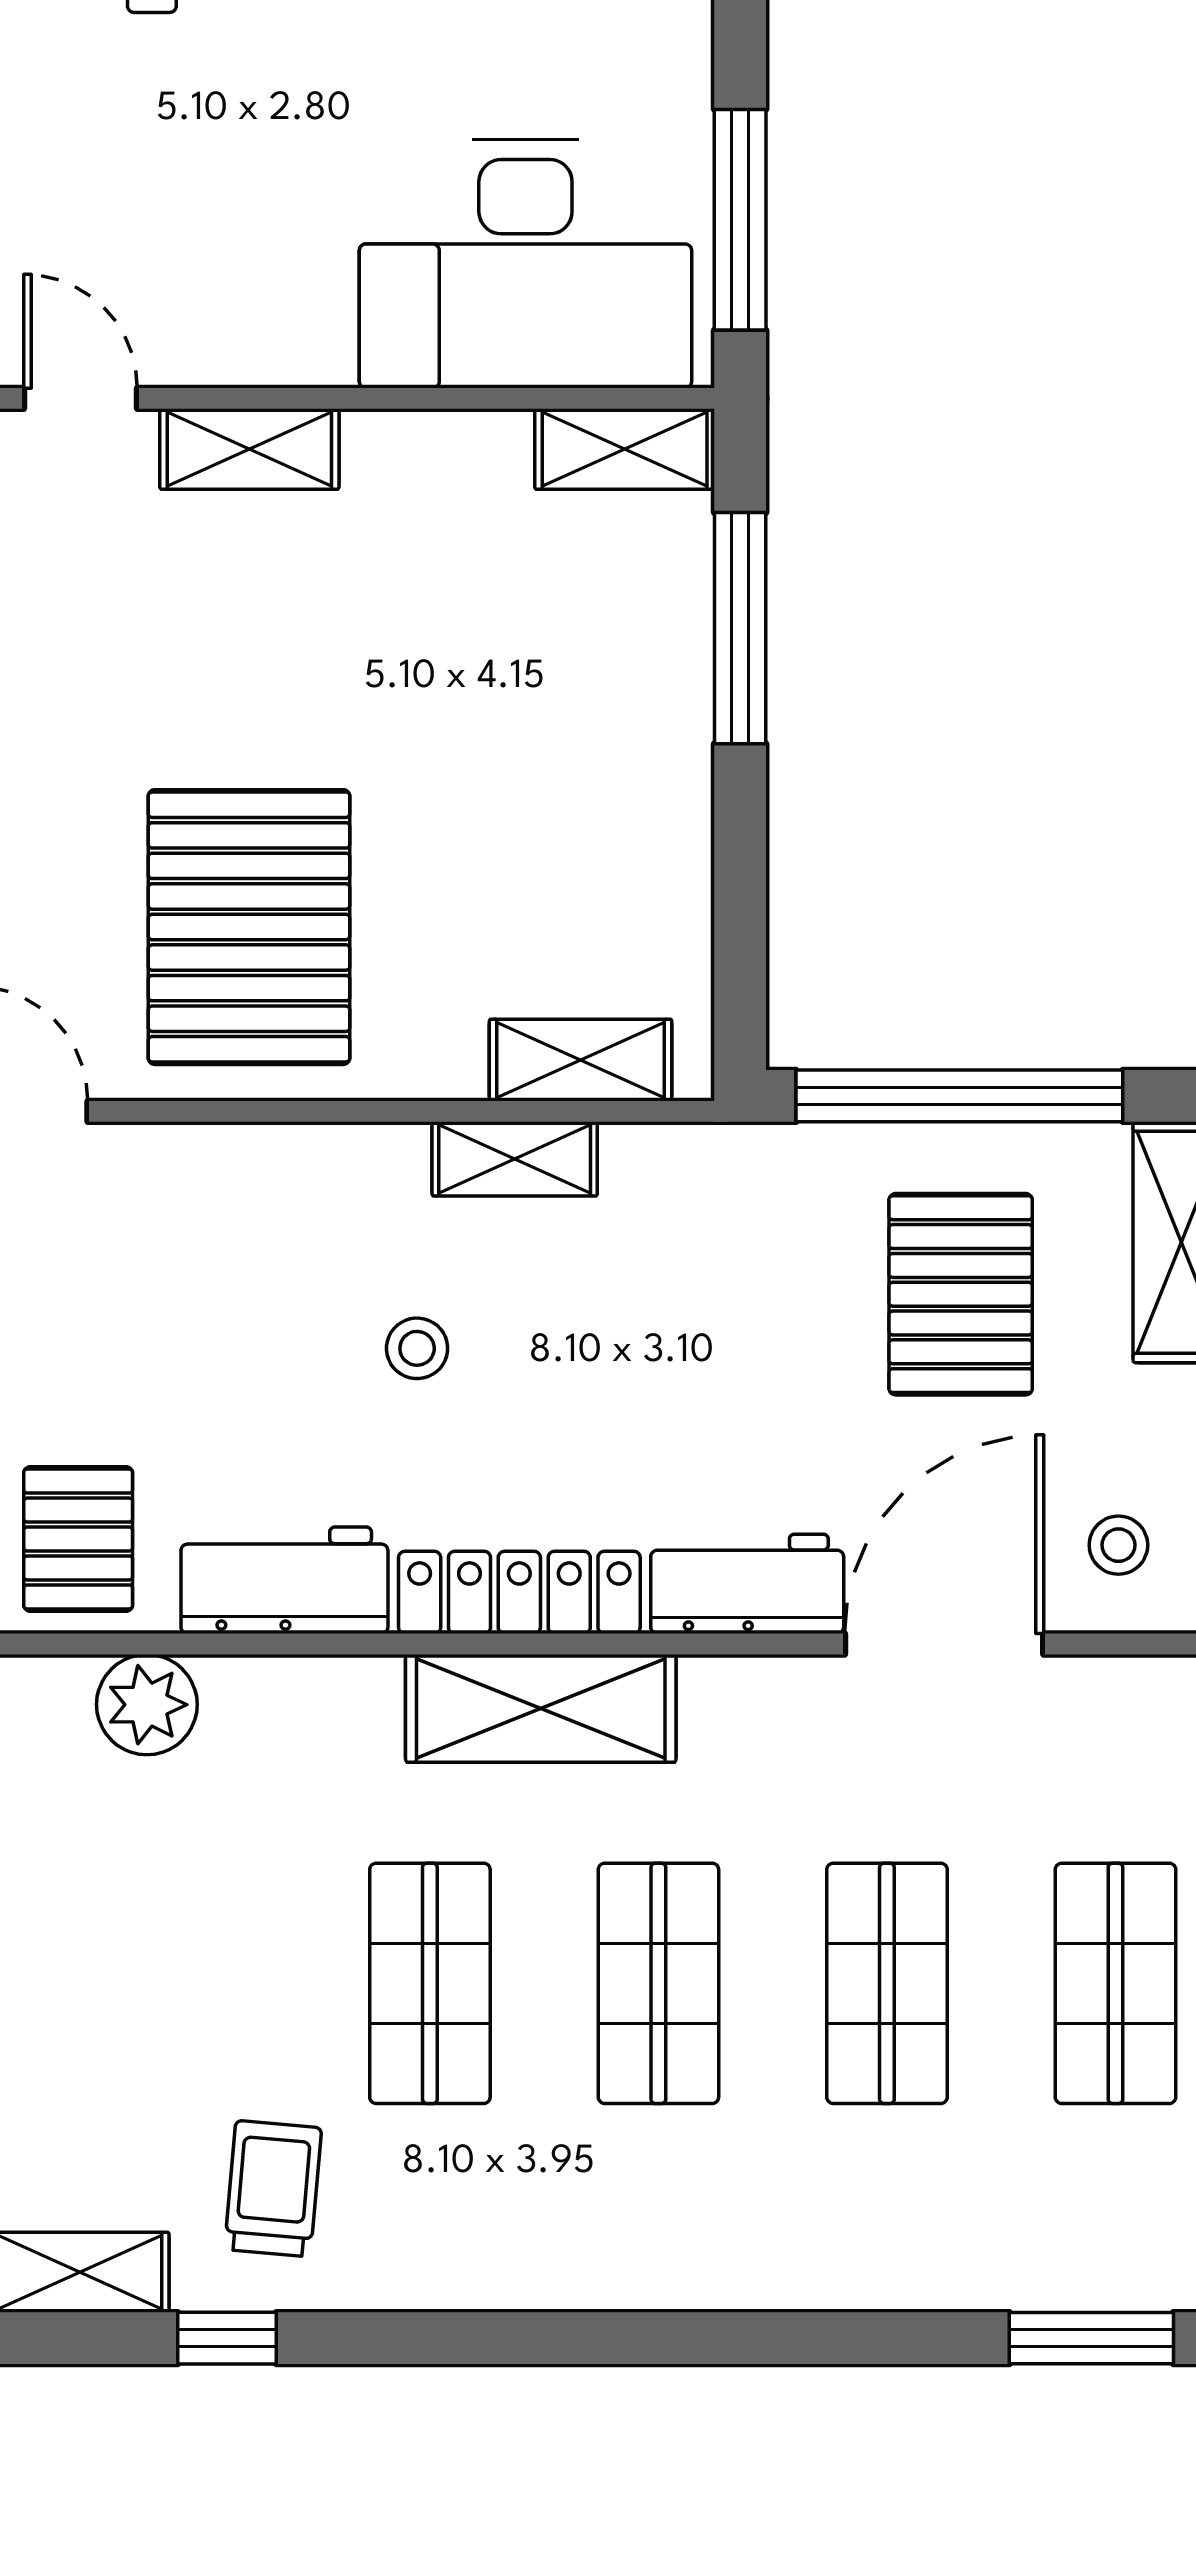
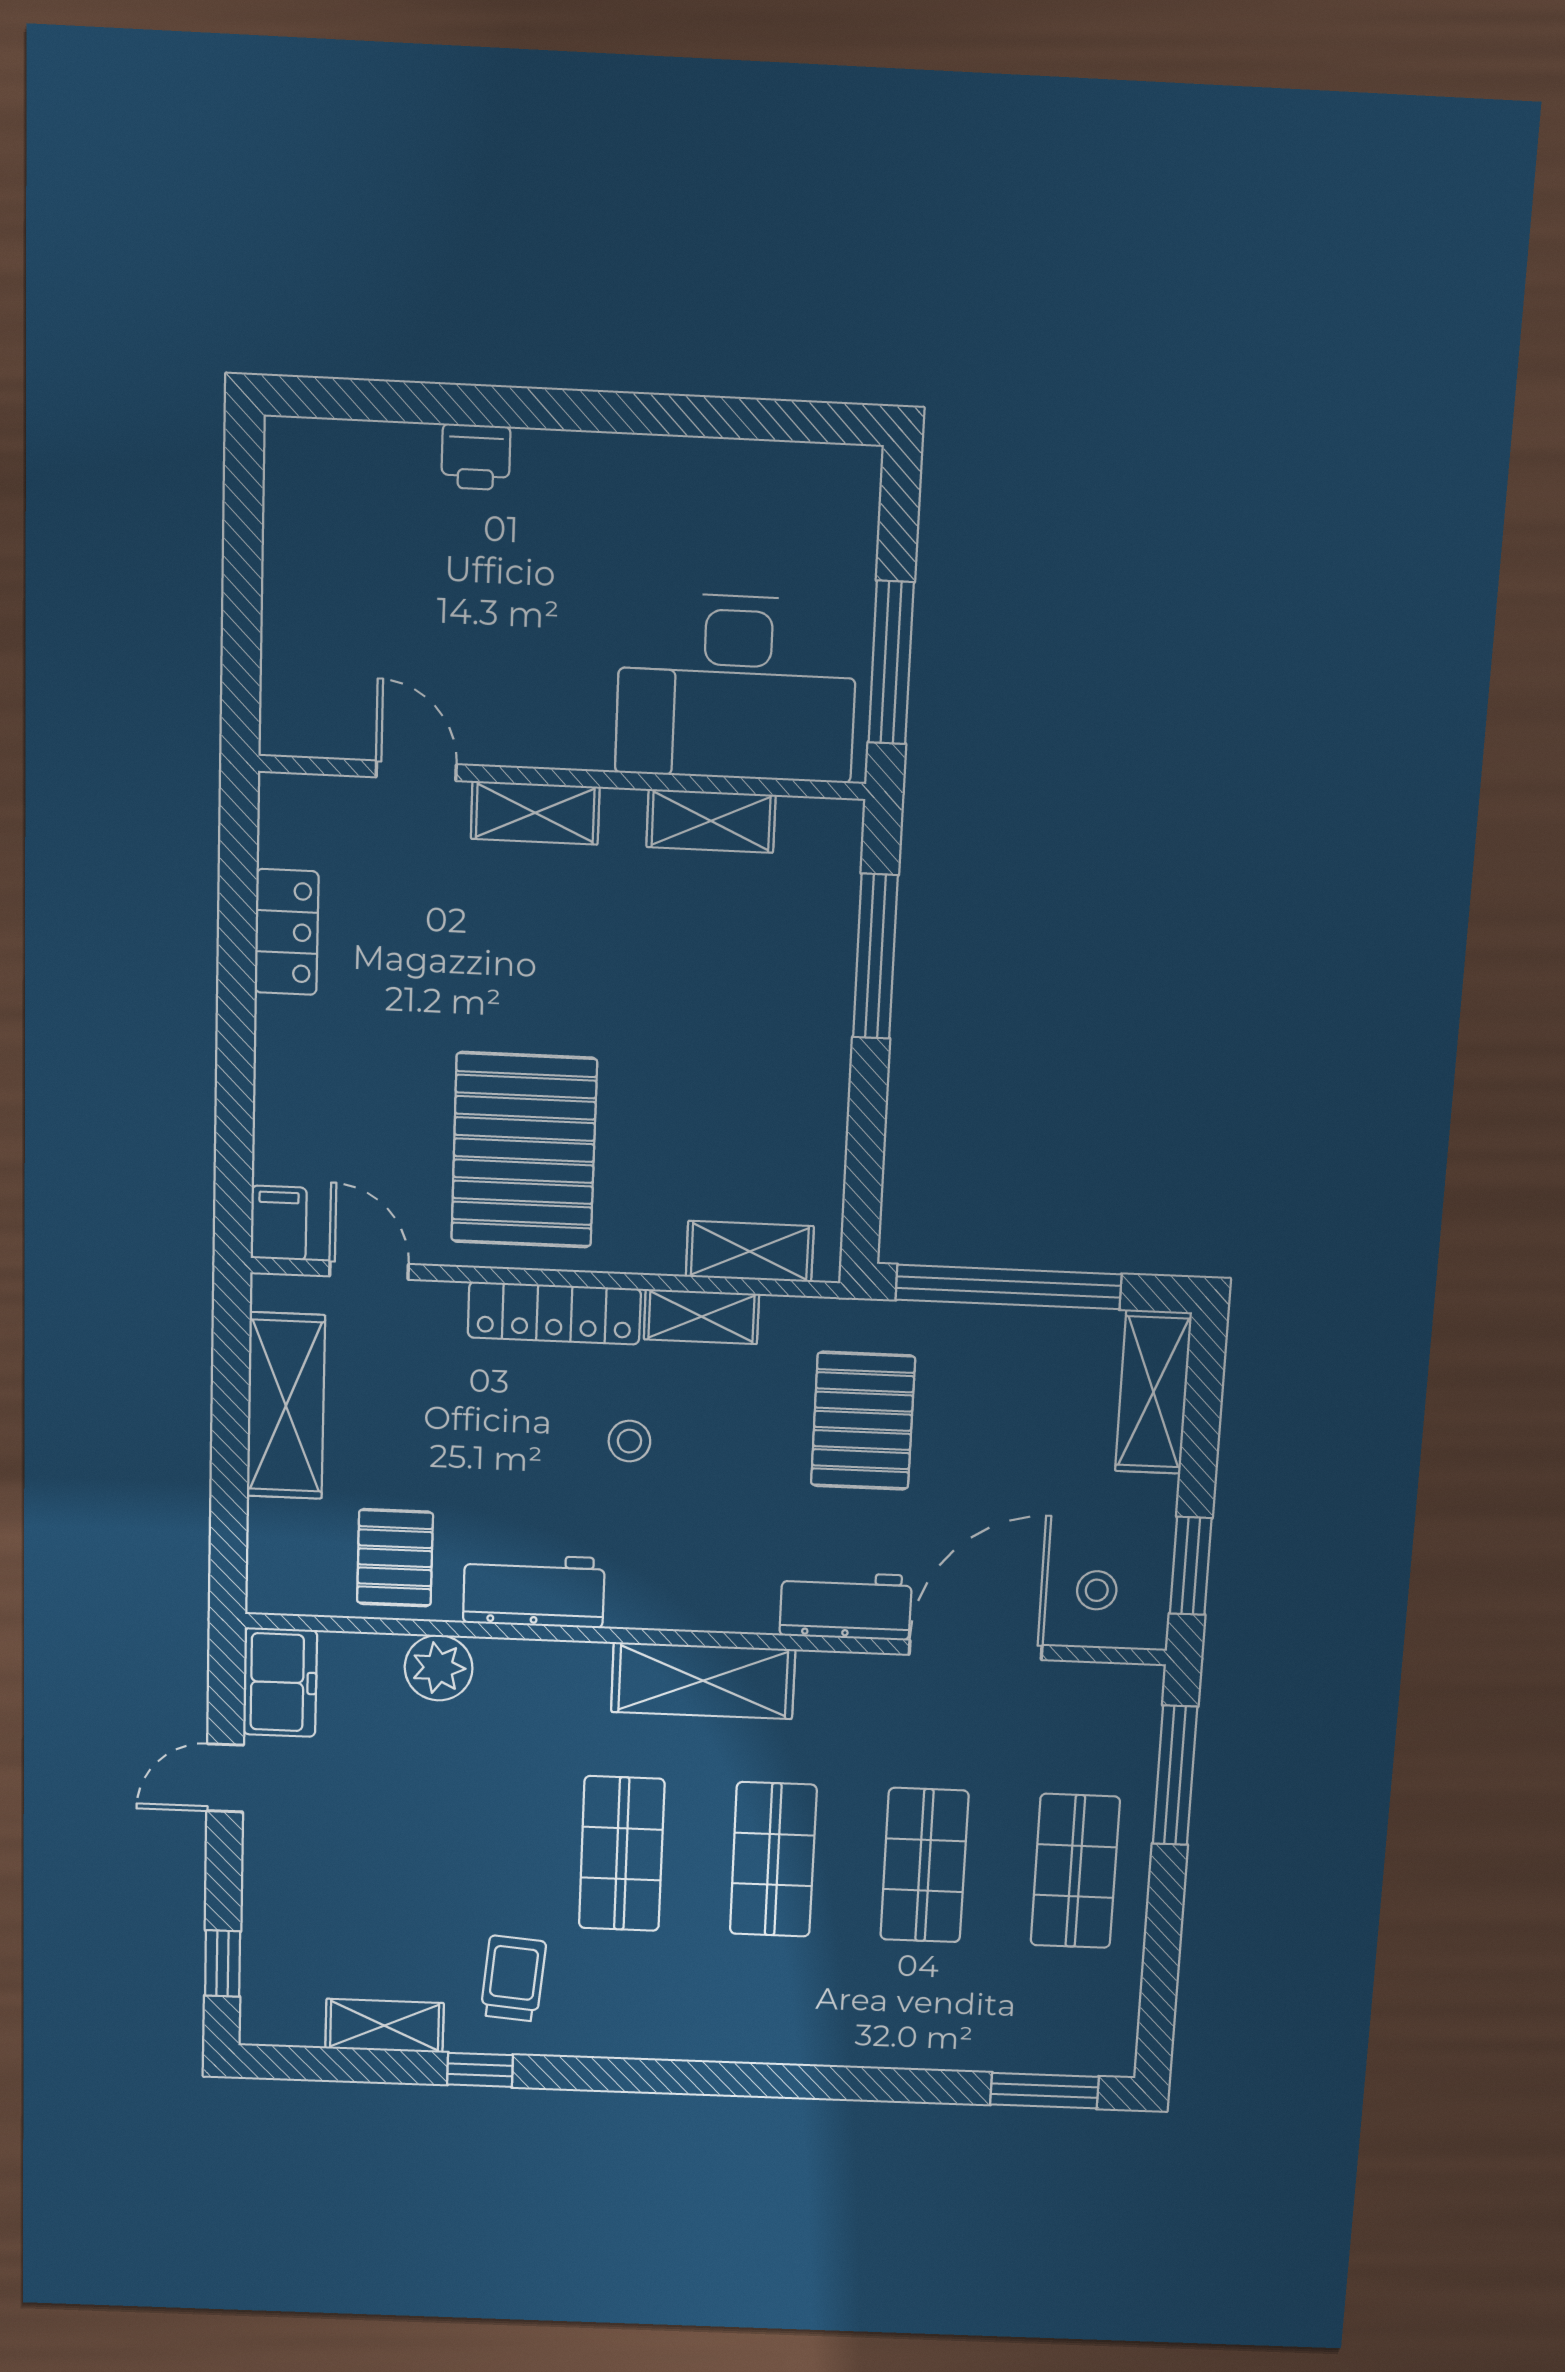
shelving: (625, 449) -> (711, 821), moved
pallet: (961, 1294) -> (863, 1421), moved
locker: (519, 1592) -> (554, 1313), moved, turned 180

